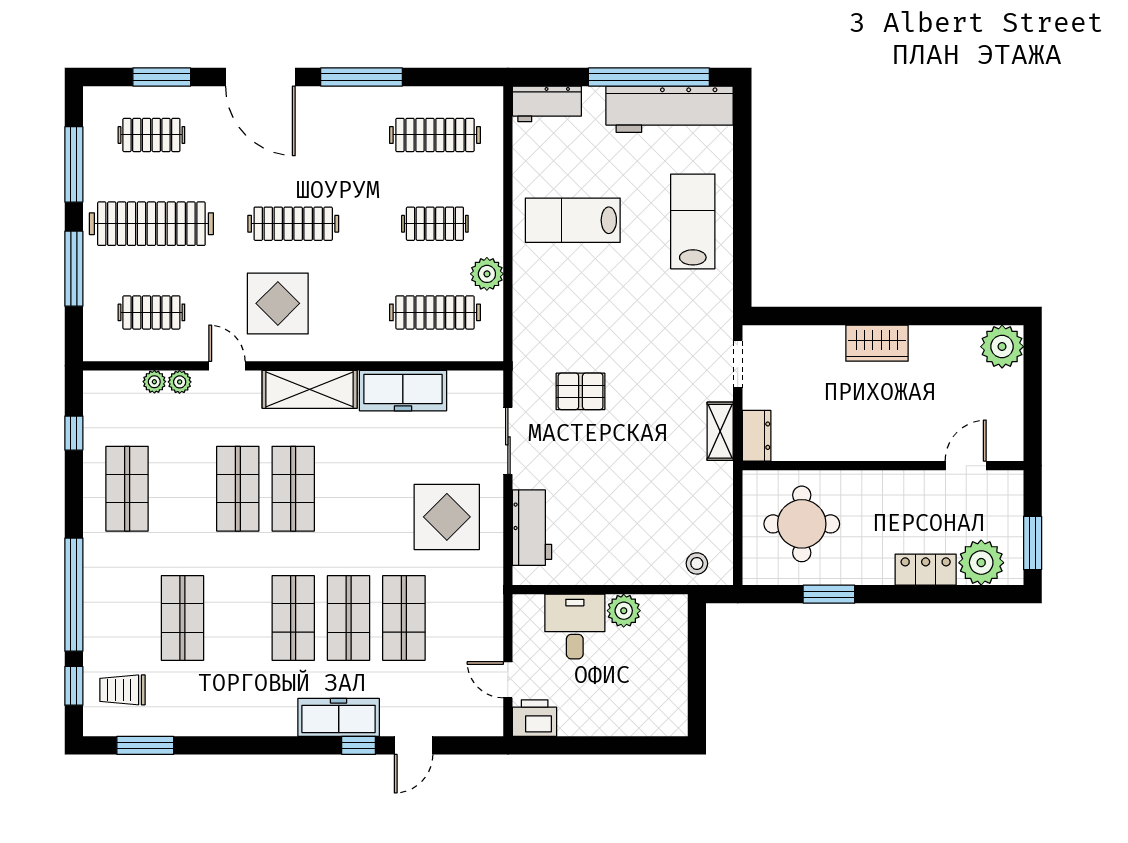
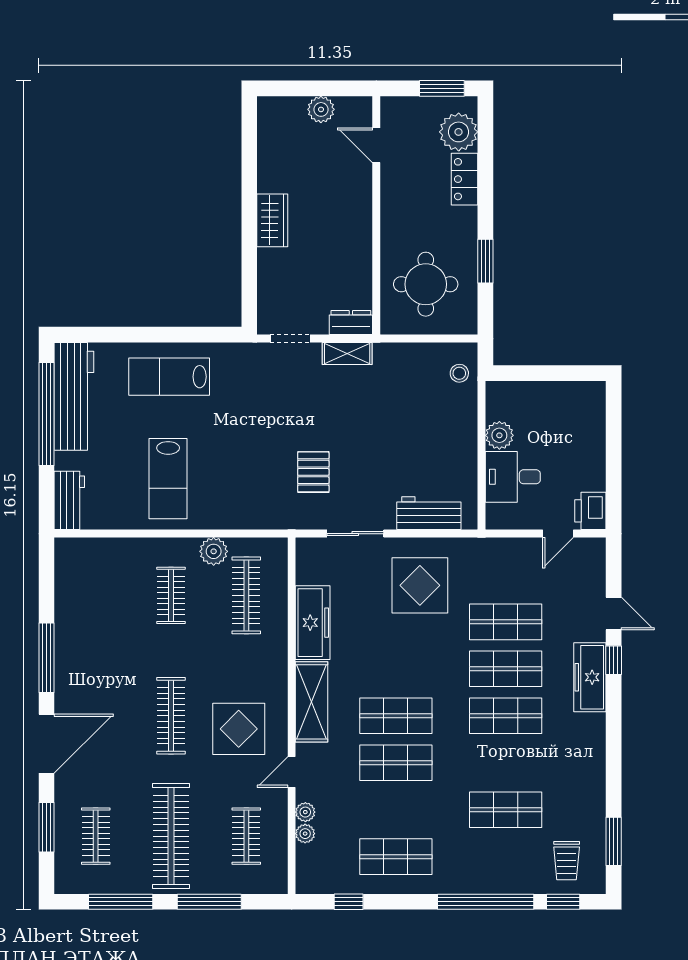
clothes rail: (435, 135) -> (96, 595), removed
plant: (1002, 347) -> (321, 109), moved, width x0.73, depth x0.73

